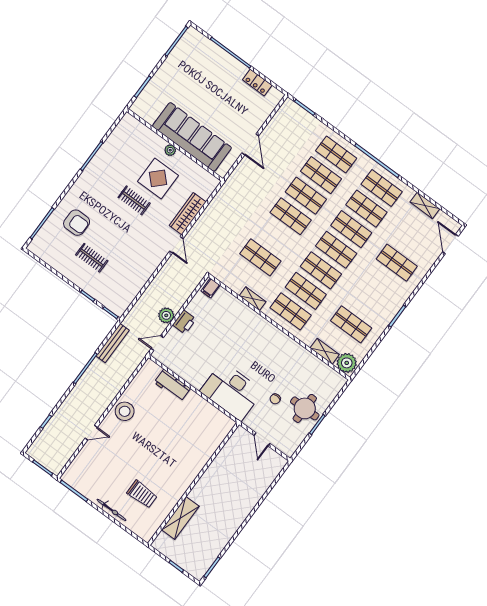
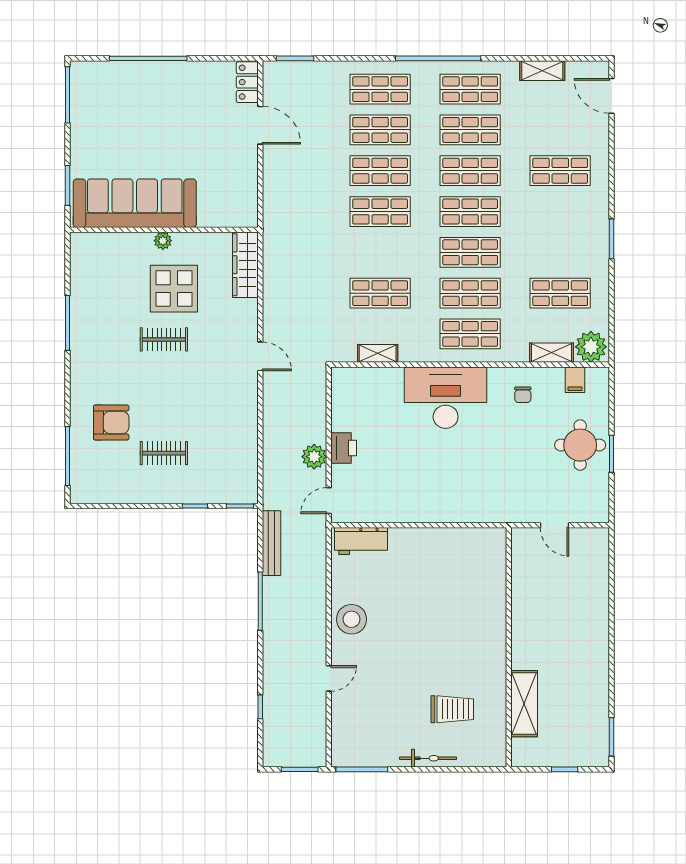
locker: (257, 83) -> (247, 82), moved, turned 90
sofa: (192, 137) -> (135, 203), moved
door: (250, 144) -> (260, 125), moved
wardrobe: (188, 214) -> (245, 265), moved
filing cabinet: (211, 288) -> (575, 380), moved
shelving: (253, 299) -> (378, 353), moved
workbench: (172, 385) -> (361, 541), moved
desk: (232, 391) -> (446, 398), moved, turned 180
chair: (275, 399) -> (523, 395), moved

